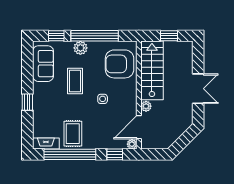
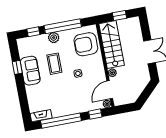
sofa: (43, 64) -> (30, 71), moved
window: (27, 102) -> (17, 67), moved
rug: (73, 134) -> (60, 104), removed

